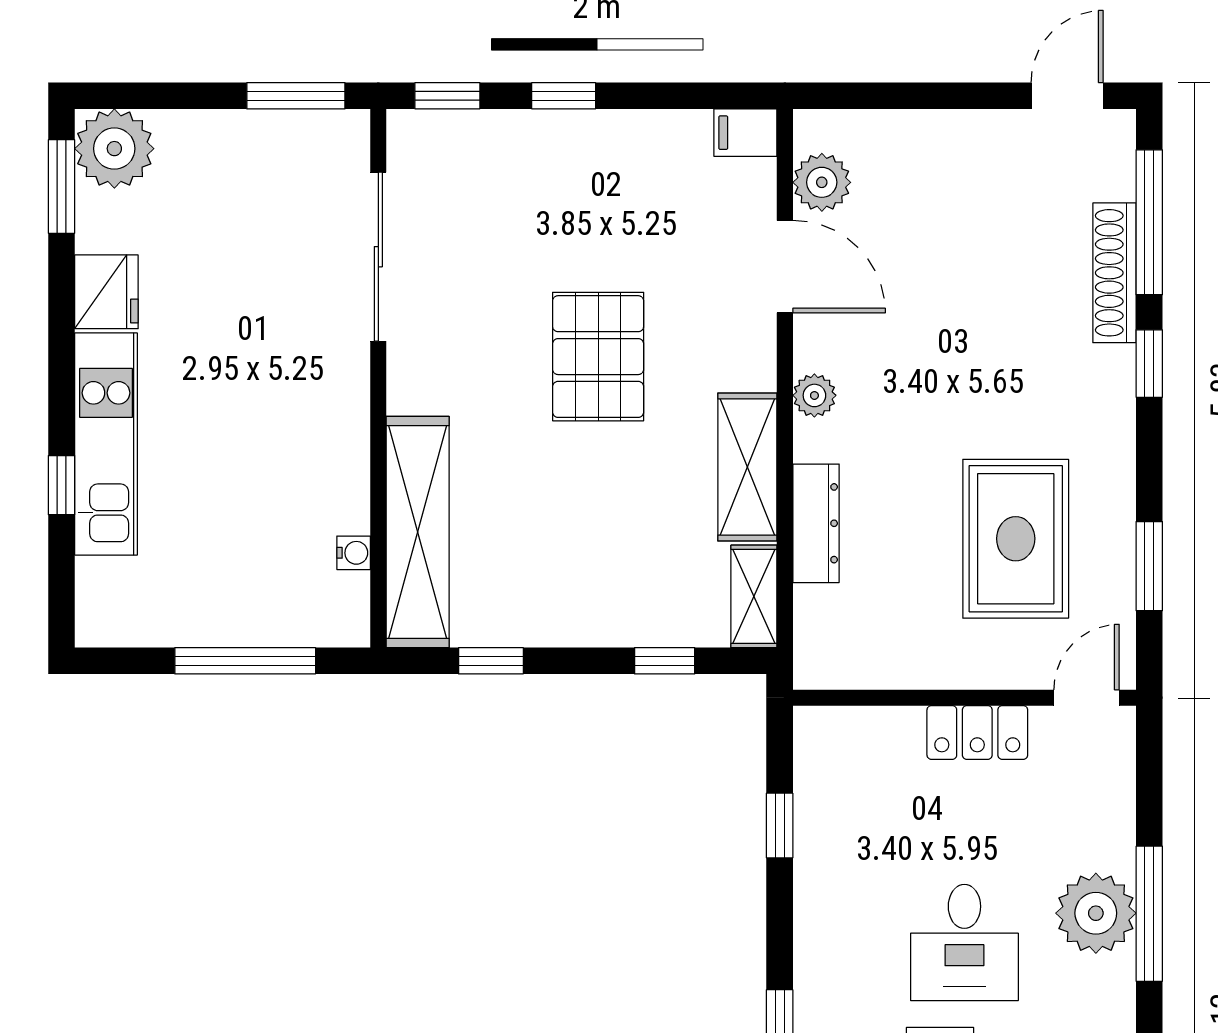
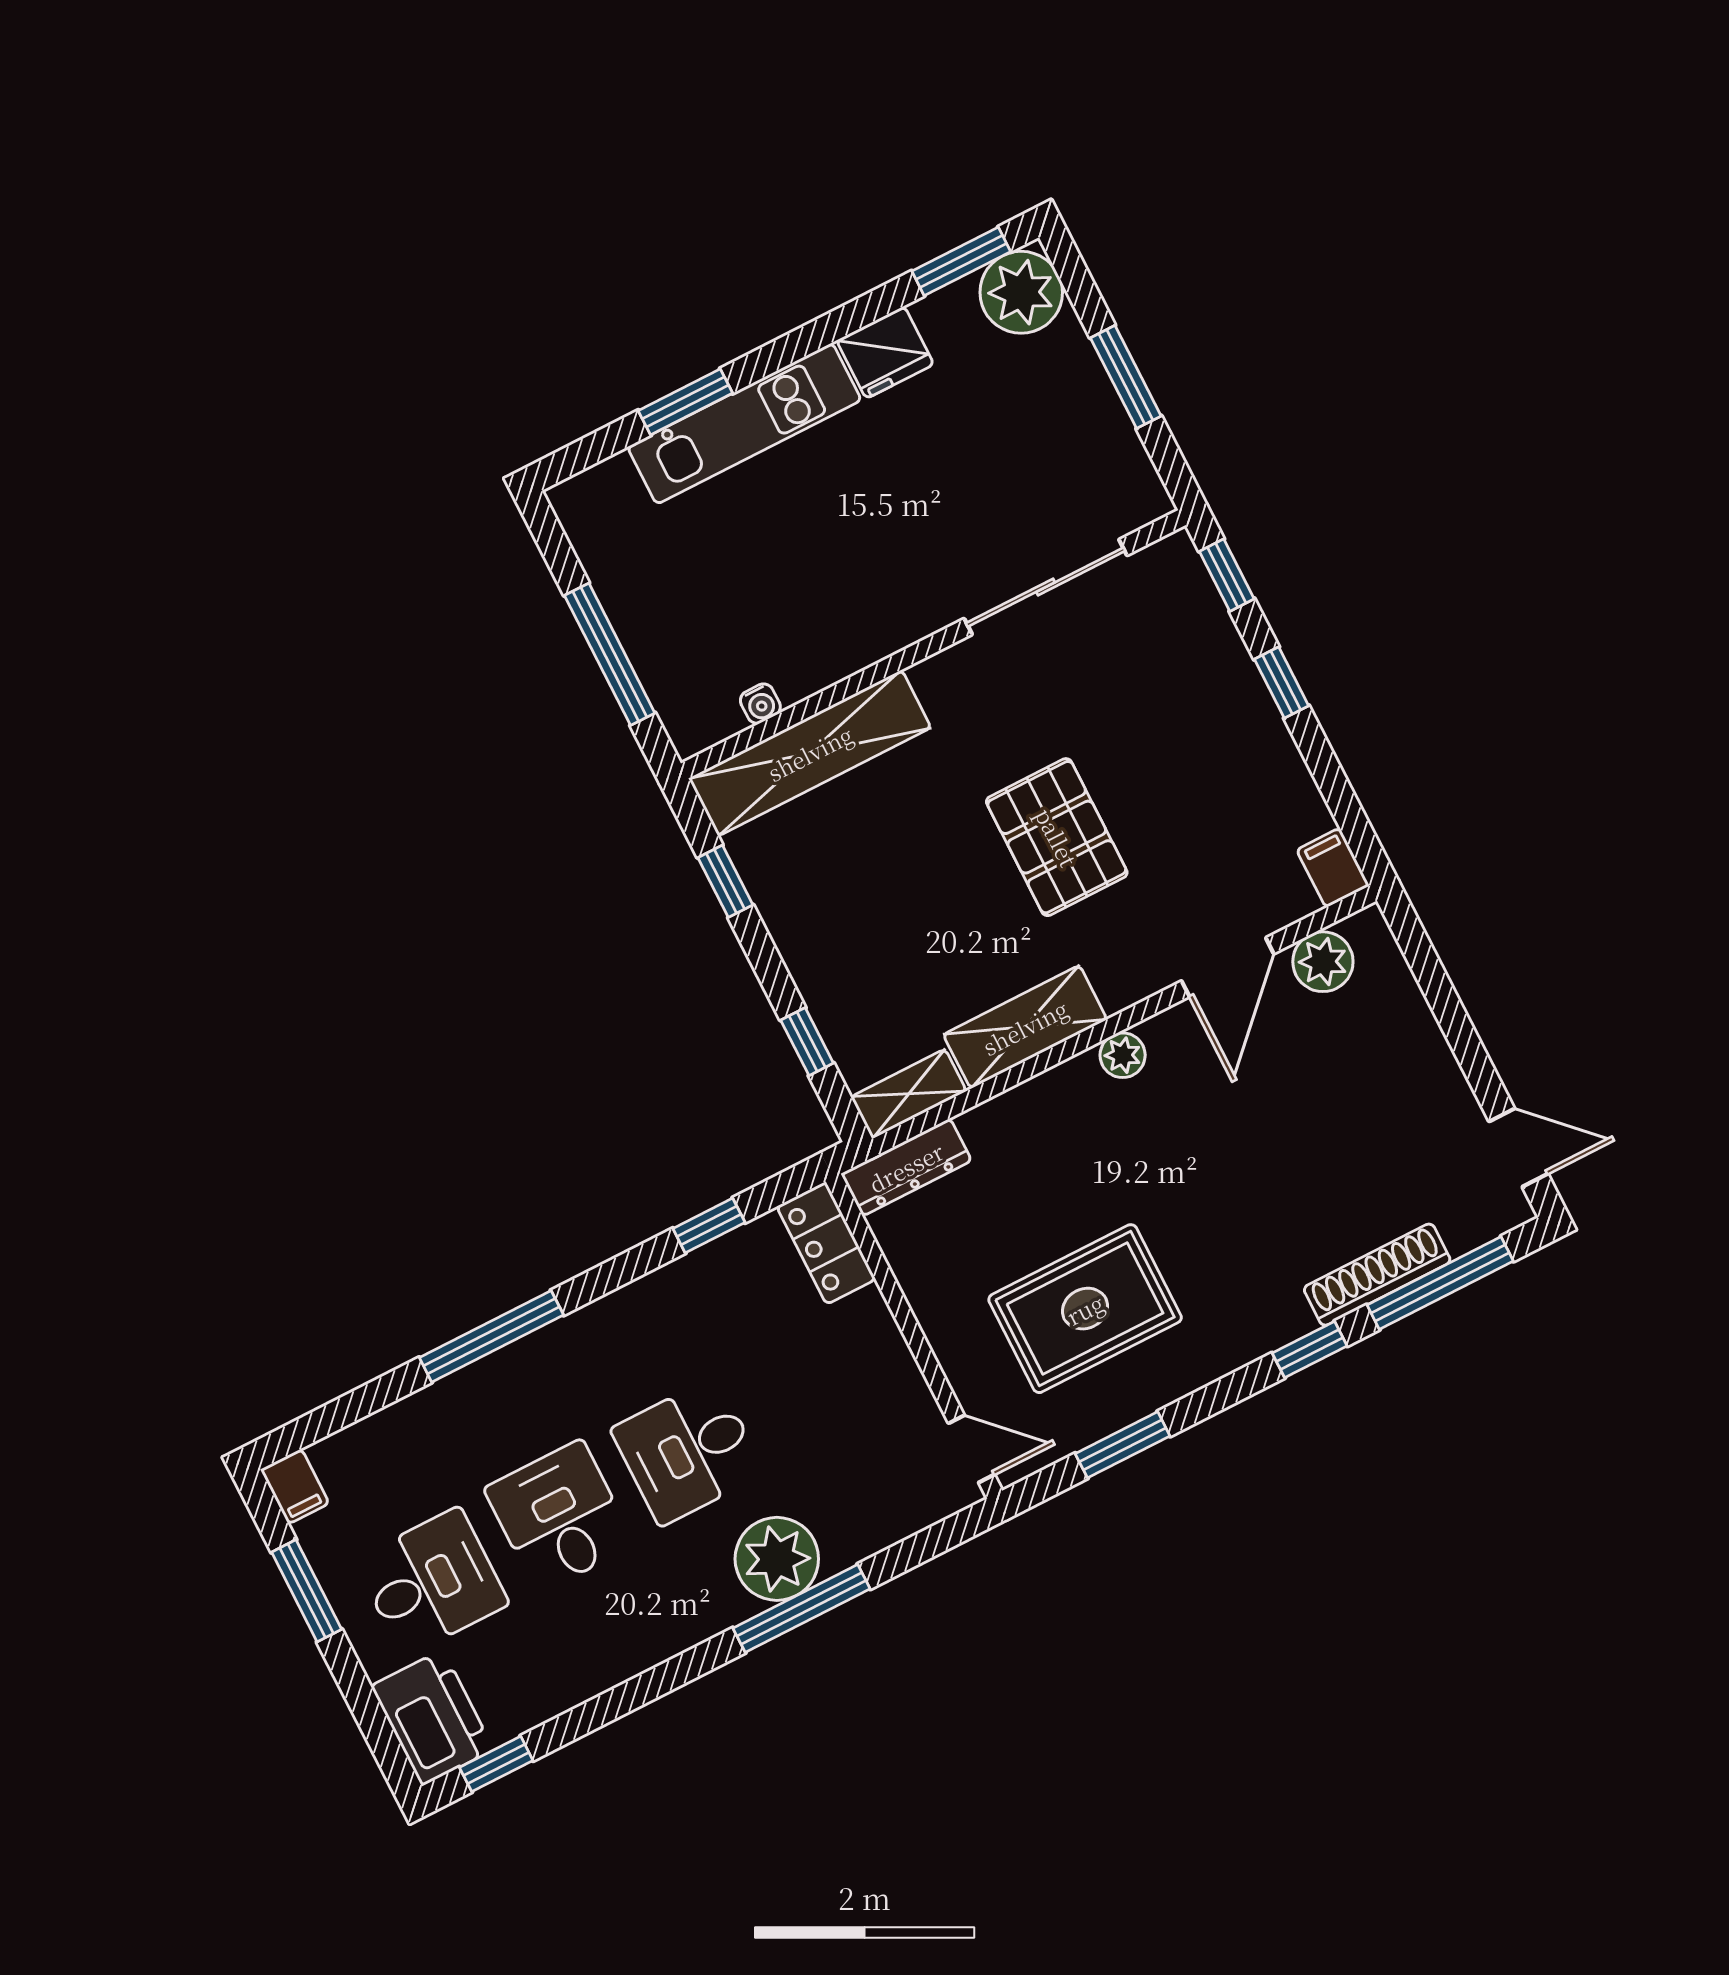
window: (296, 96) -> (1126, 377), moved
pallet: (598, 357) -> (1057, 837), turned 90
window: (61, 485) -> (685, 402), width x1.50
dresser: (816, 523) -> (906, 1167), moved
locker: (977, 732) -> (826, 1243), moved

